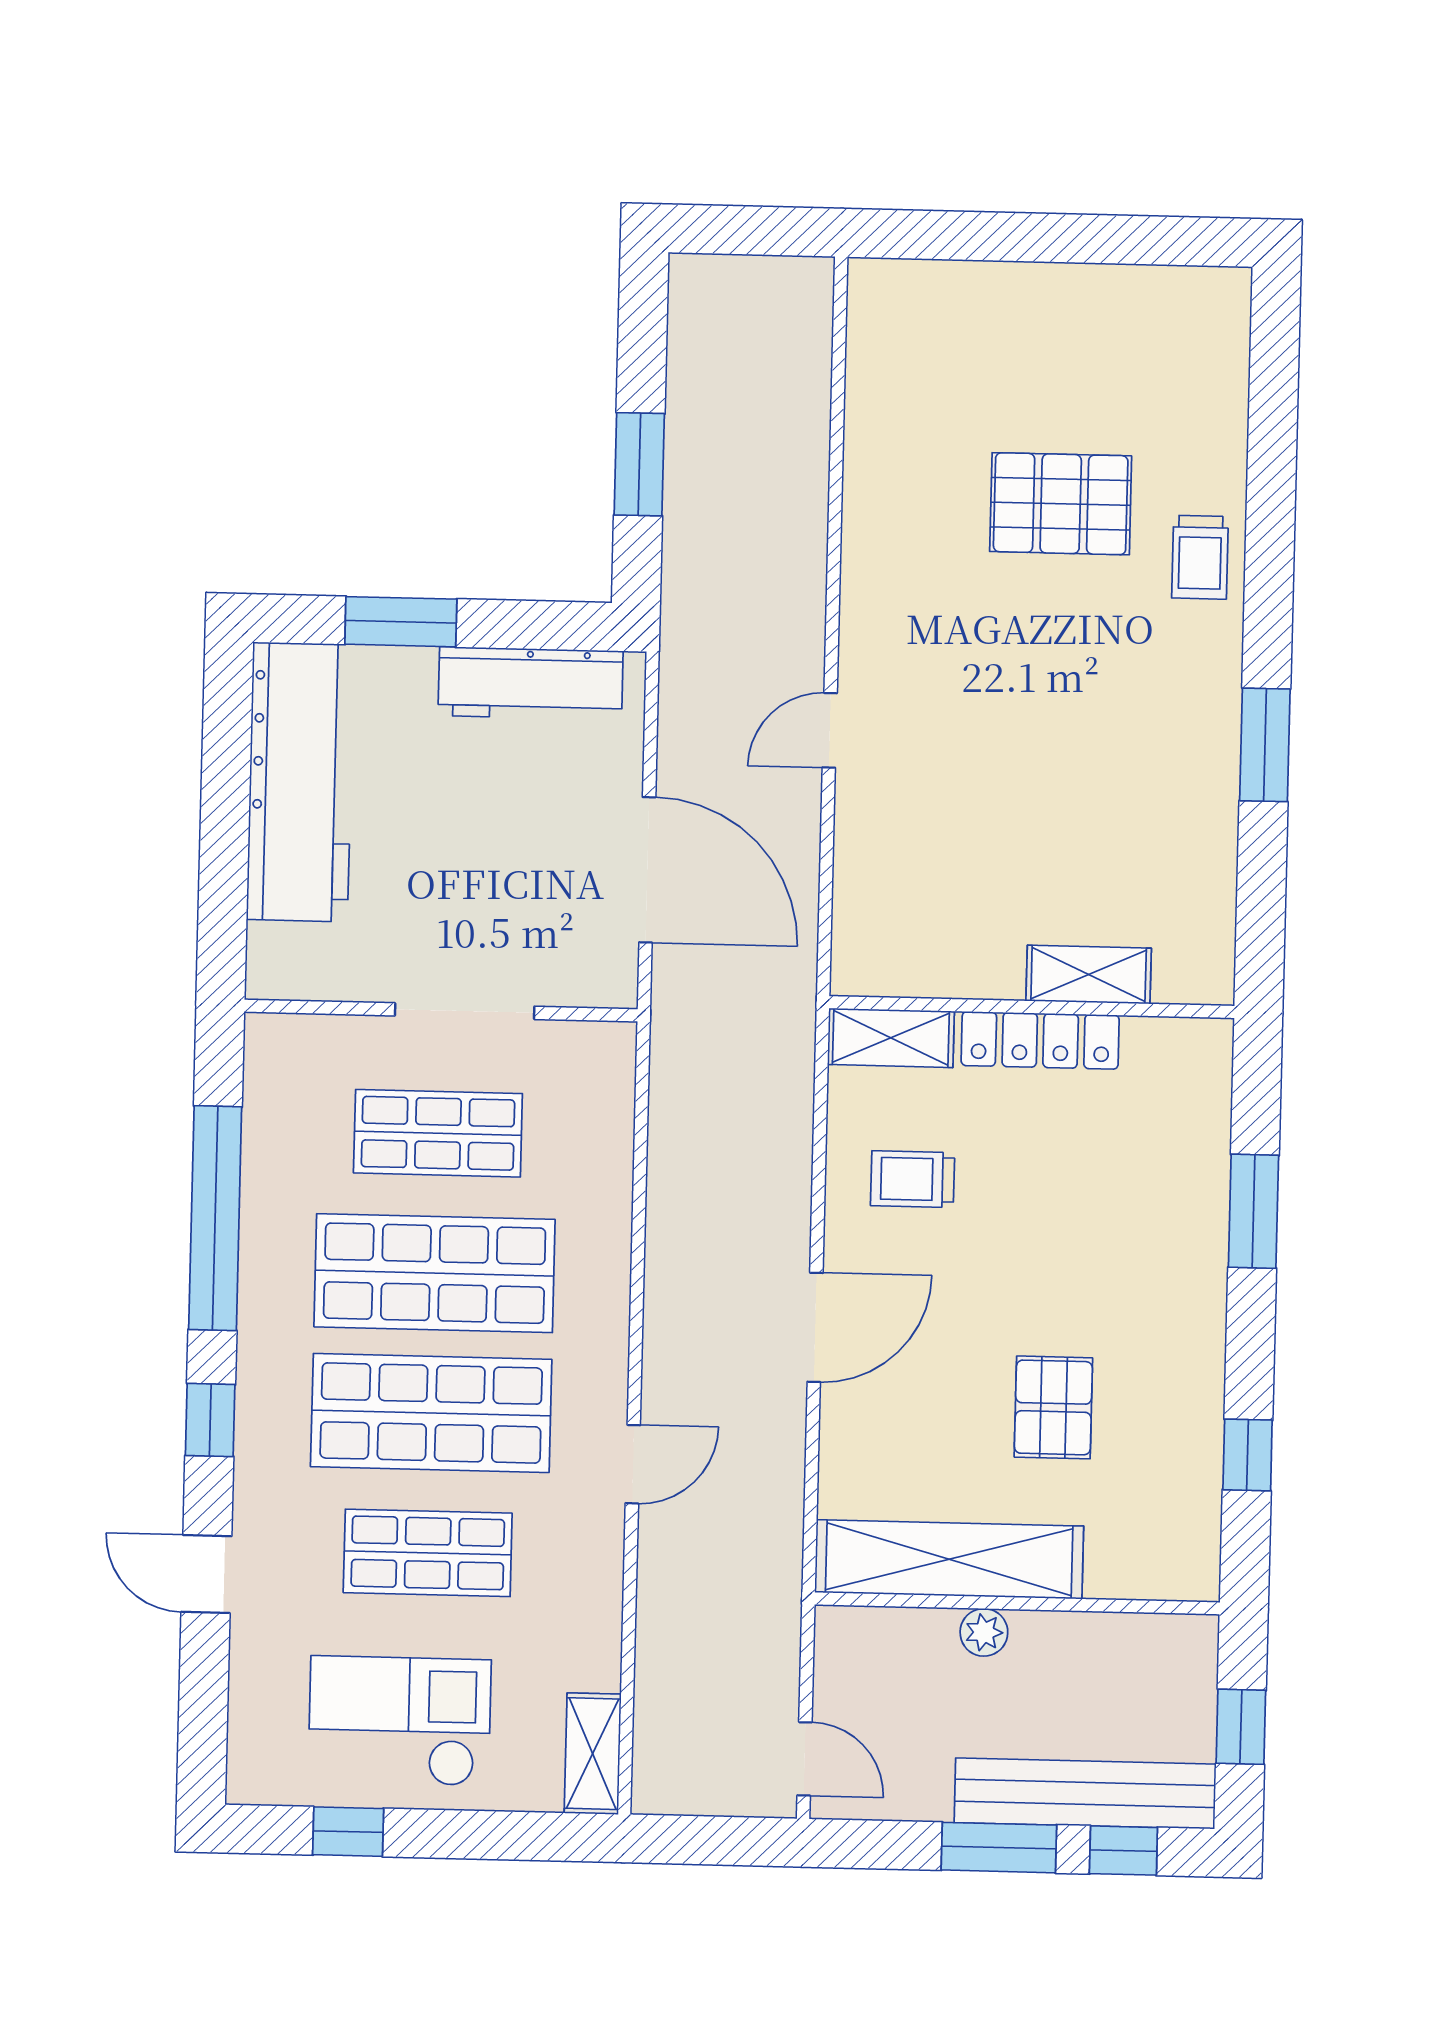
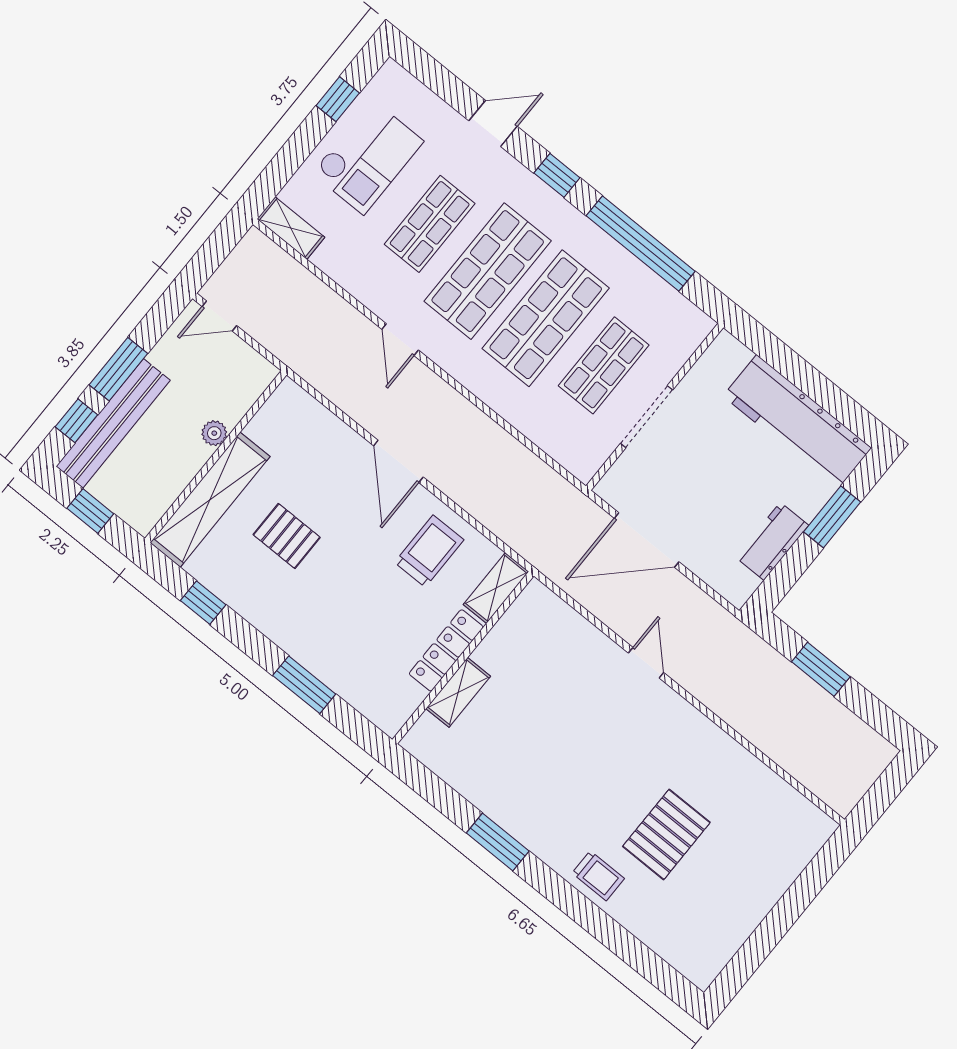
trolley: (1200, 557) -> (598, 876), turned 180
workbench: (531, 683) -> (772, 541), width x0.73
trolley: (913, 1179) -> (429, 551), width x1.36, depth x1.39
shelving: (949, 1559) -> (210, 500), moved

